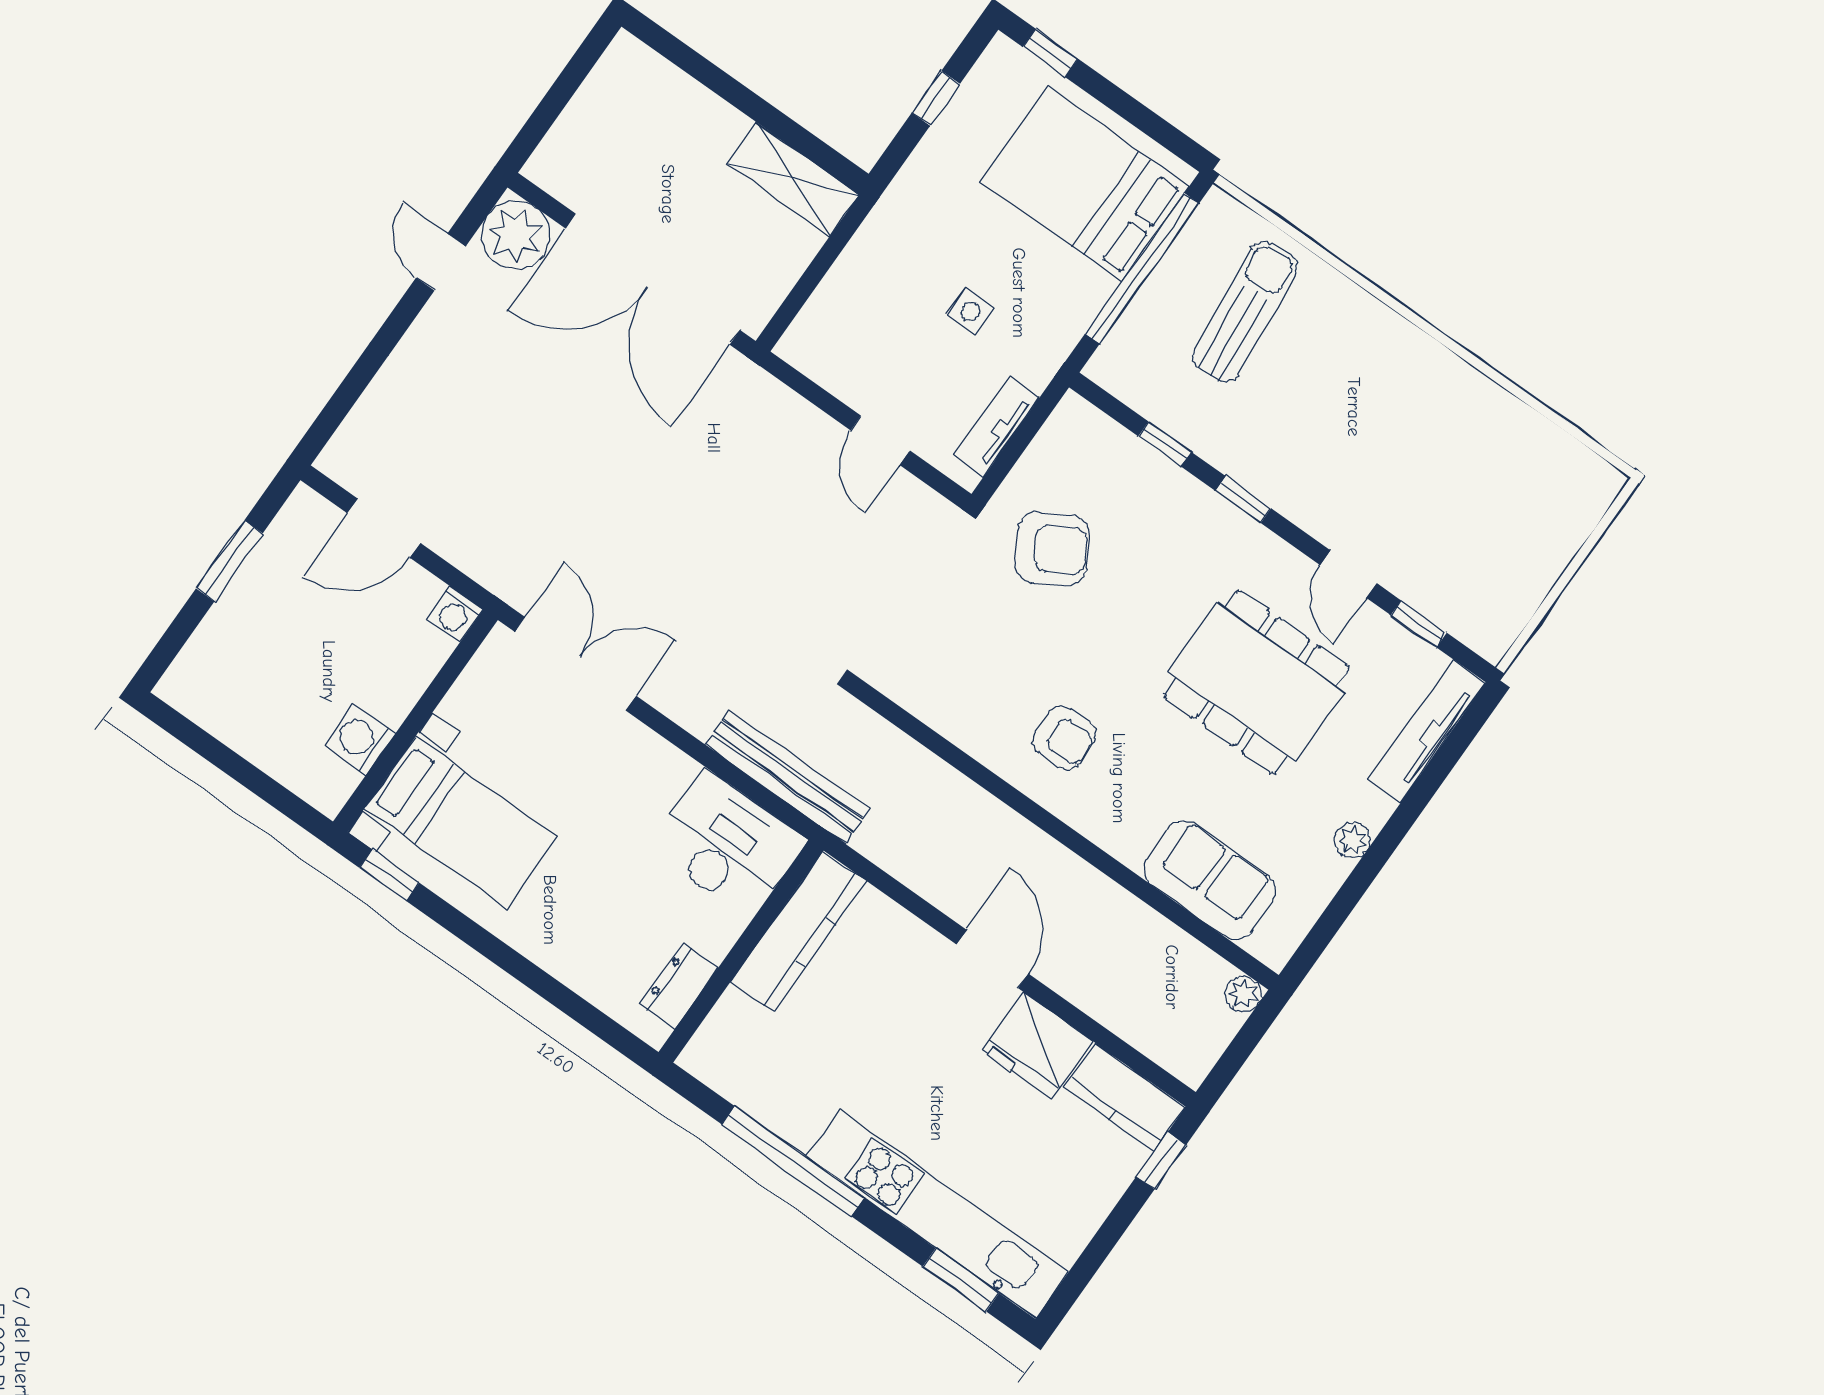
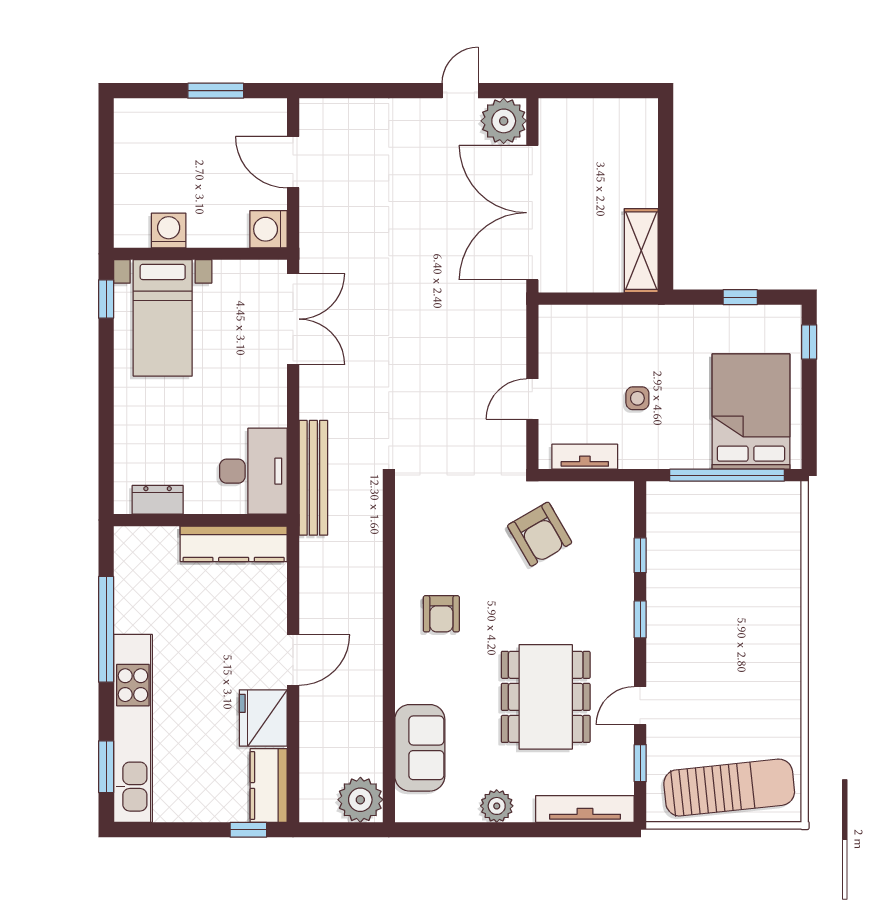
sun lounger: (1245, 312) -> (729, 788), moved, width x1.36, depth x1.34
washing machine: (455, 614) -> (268, 229), width x1.38, depth x1.38
plant: (1352, 840) -> (497, 806), width x1.38, depth x1.38
plant: (1243, 994) -> (360, 800), width x1.88, depth x1.88

